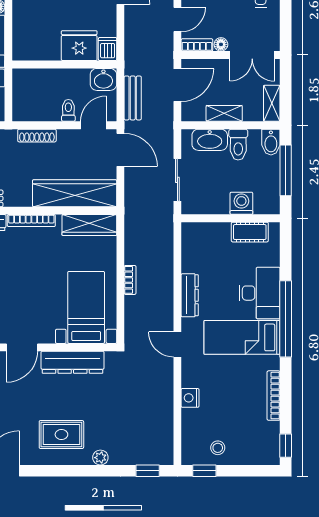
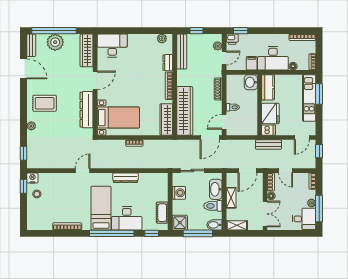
kitchen counter: (34, 50) -> (268, 87), added
double door: (252, 55) -> (265, 214), swing flipped
washbasin: (103, 79) -> (251, 82), moved
door: (177, 85) -> (247, 171), hinge flipped
bench: (133, 98) -> (269, 145), moved
door: (93, 125) -> (224, 122), swing flipped
shower: (267, 202) -> (180, 223), added
washing machine: (241, 203) -> (179, 193), moved
door: (177, 344) -> (83, 171), moved
door: (22, 347) -> (95, 80), swing flipped
nightstand: (190, 398) -> (32, 178), moved
rug: (61, 435) -> (45, 103), turned 90
window: (286, 446) -> (152, 233), moved

